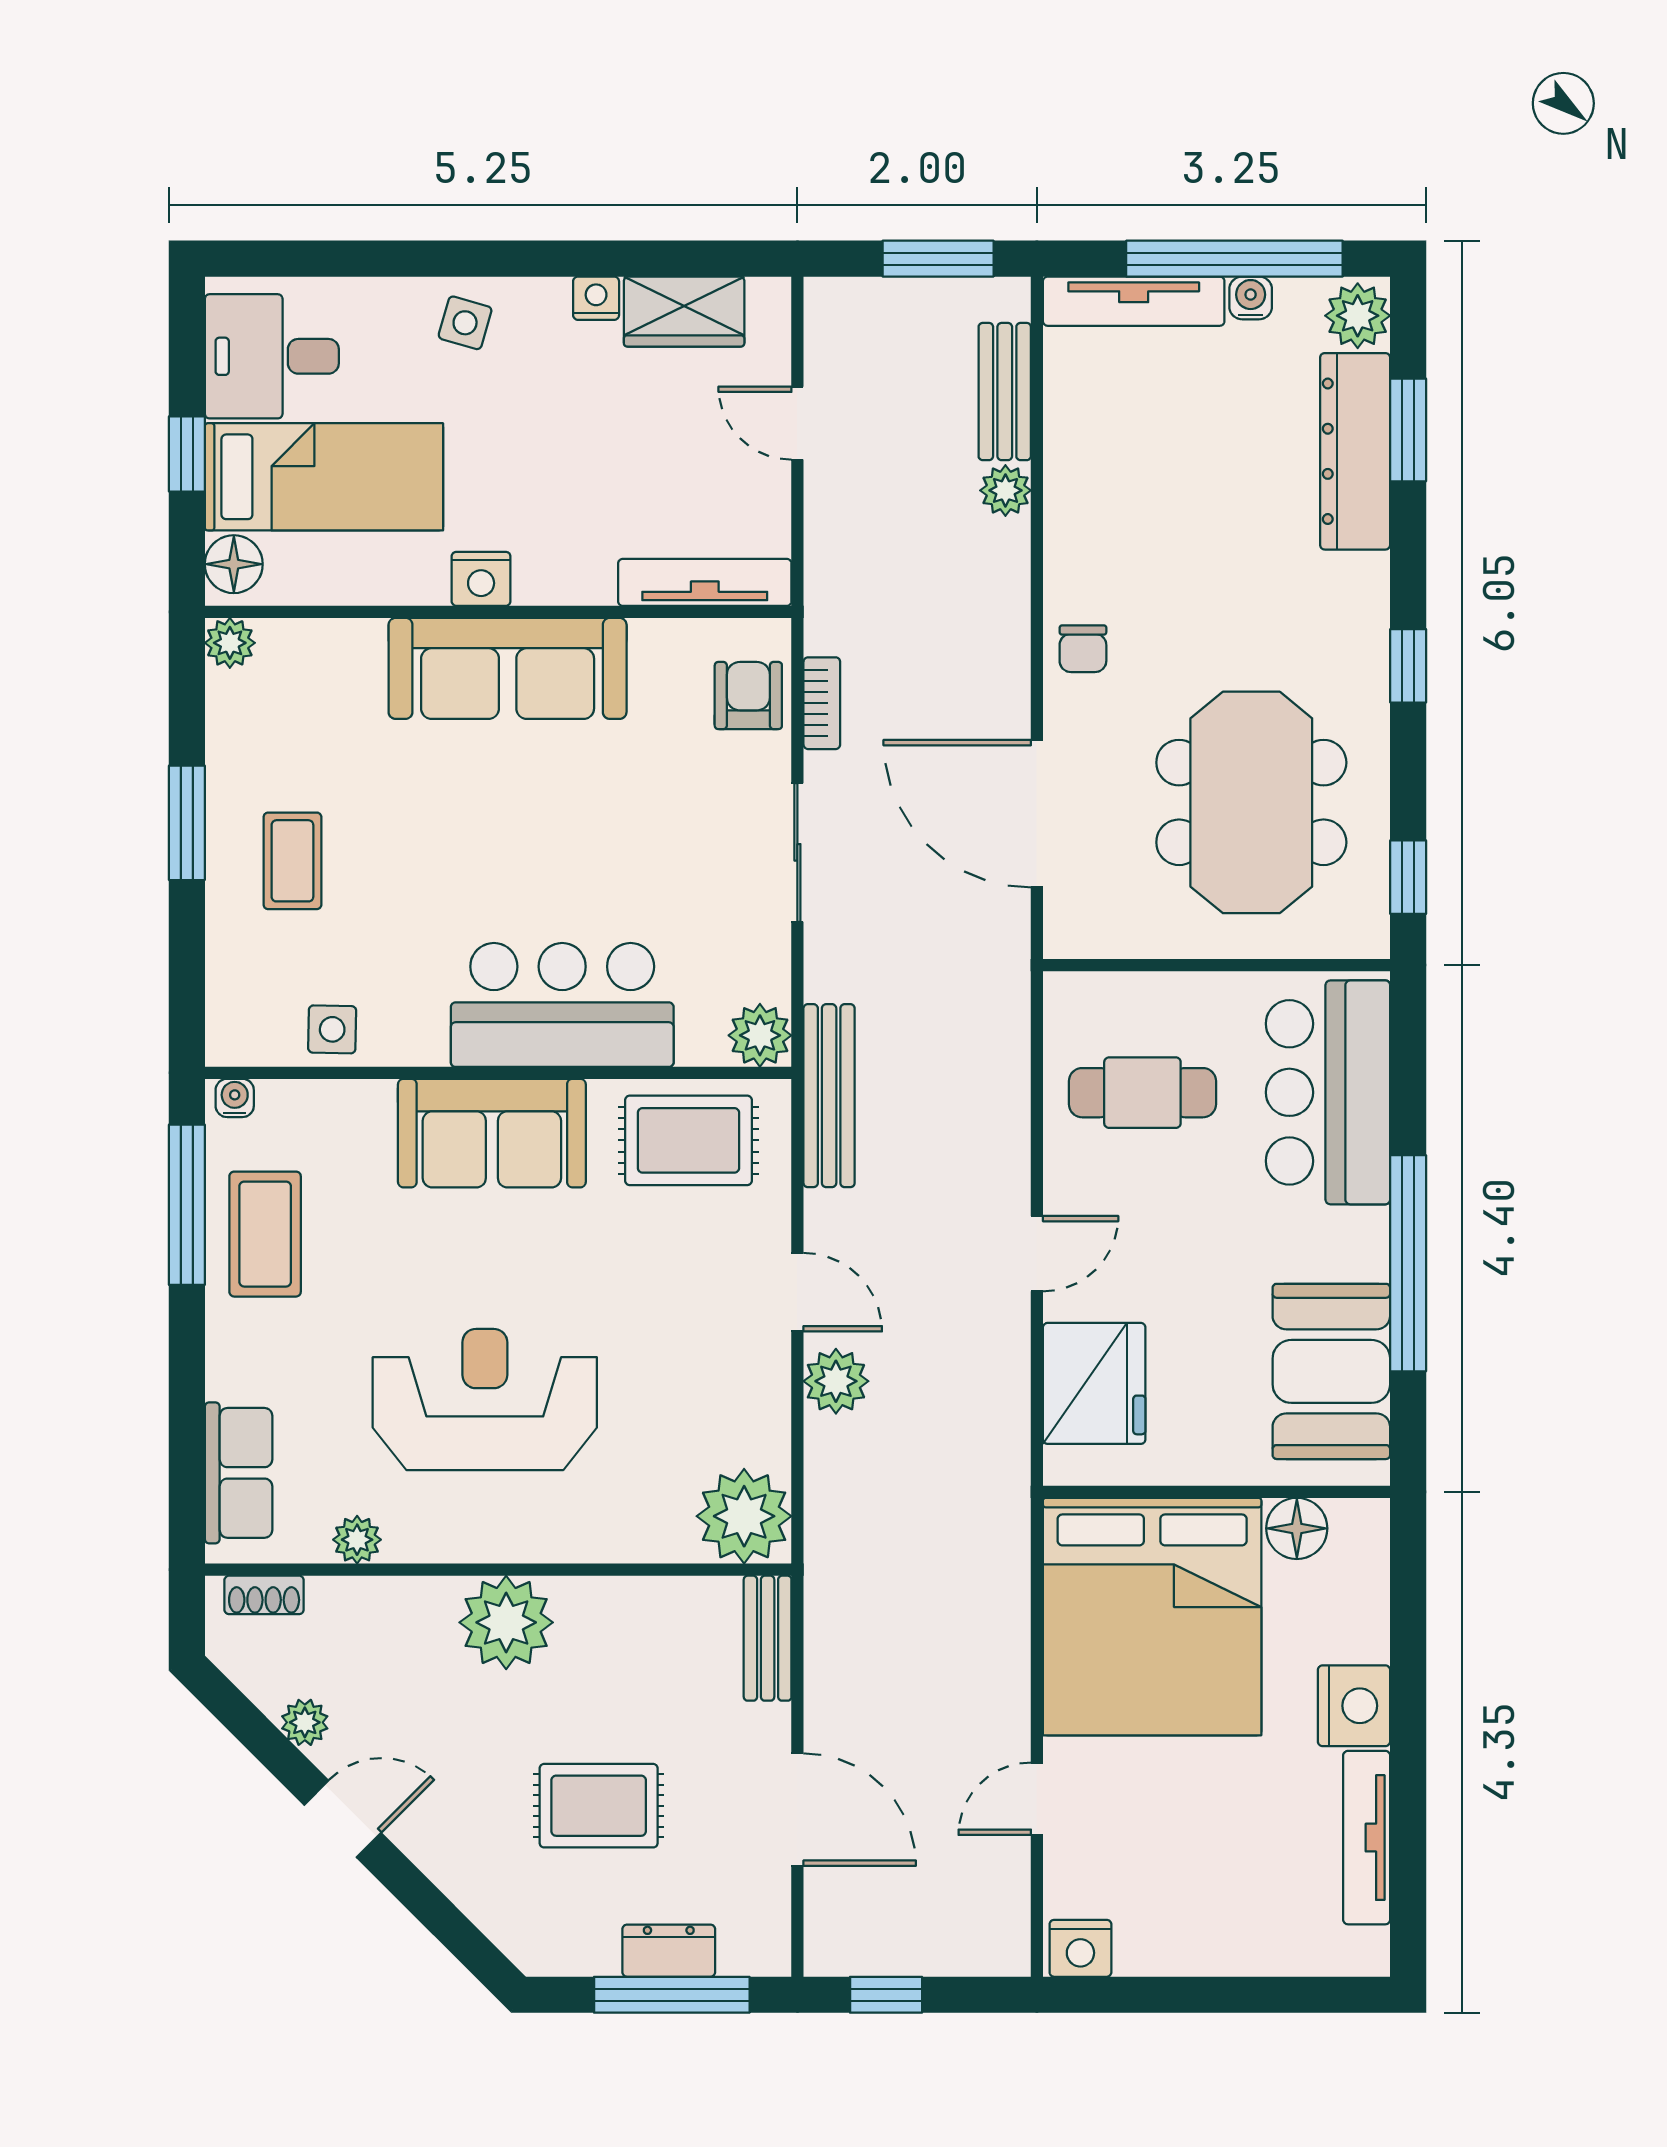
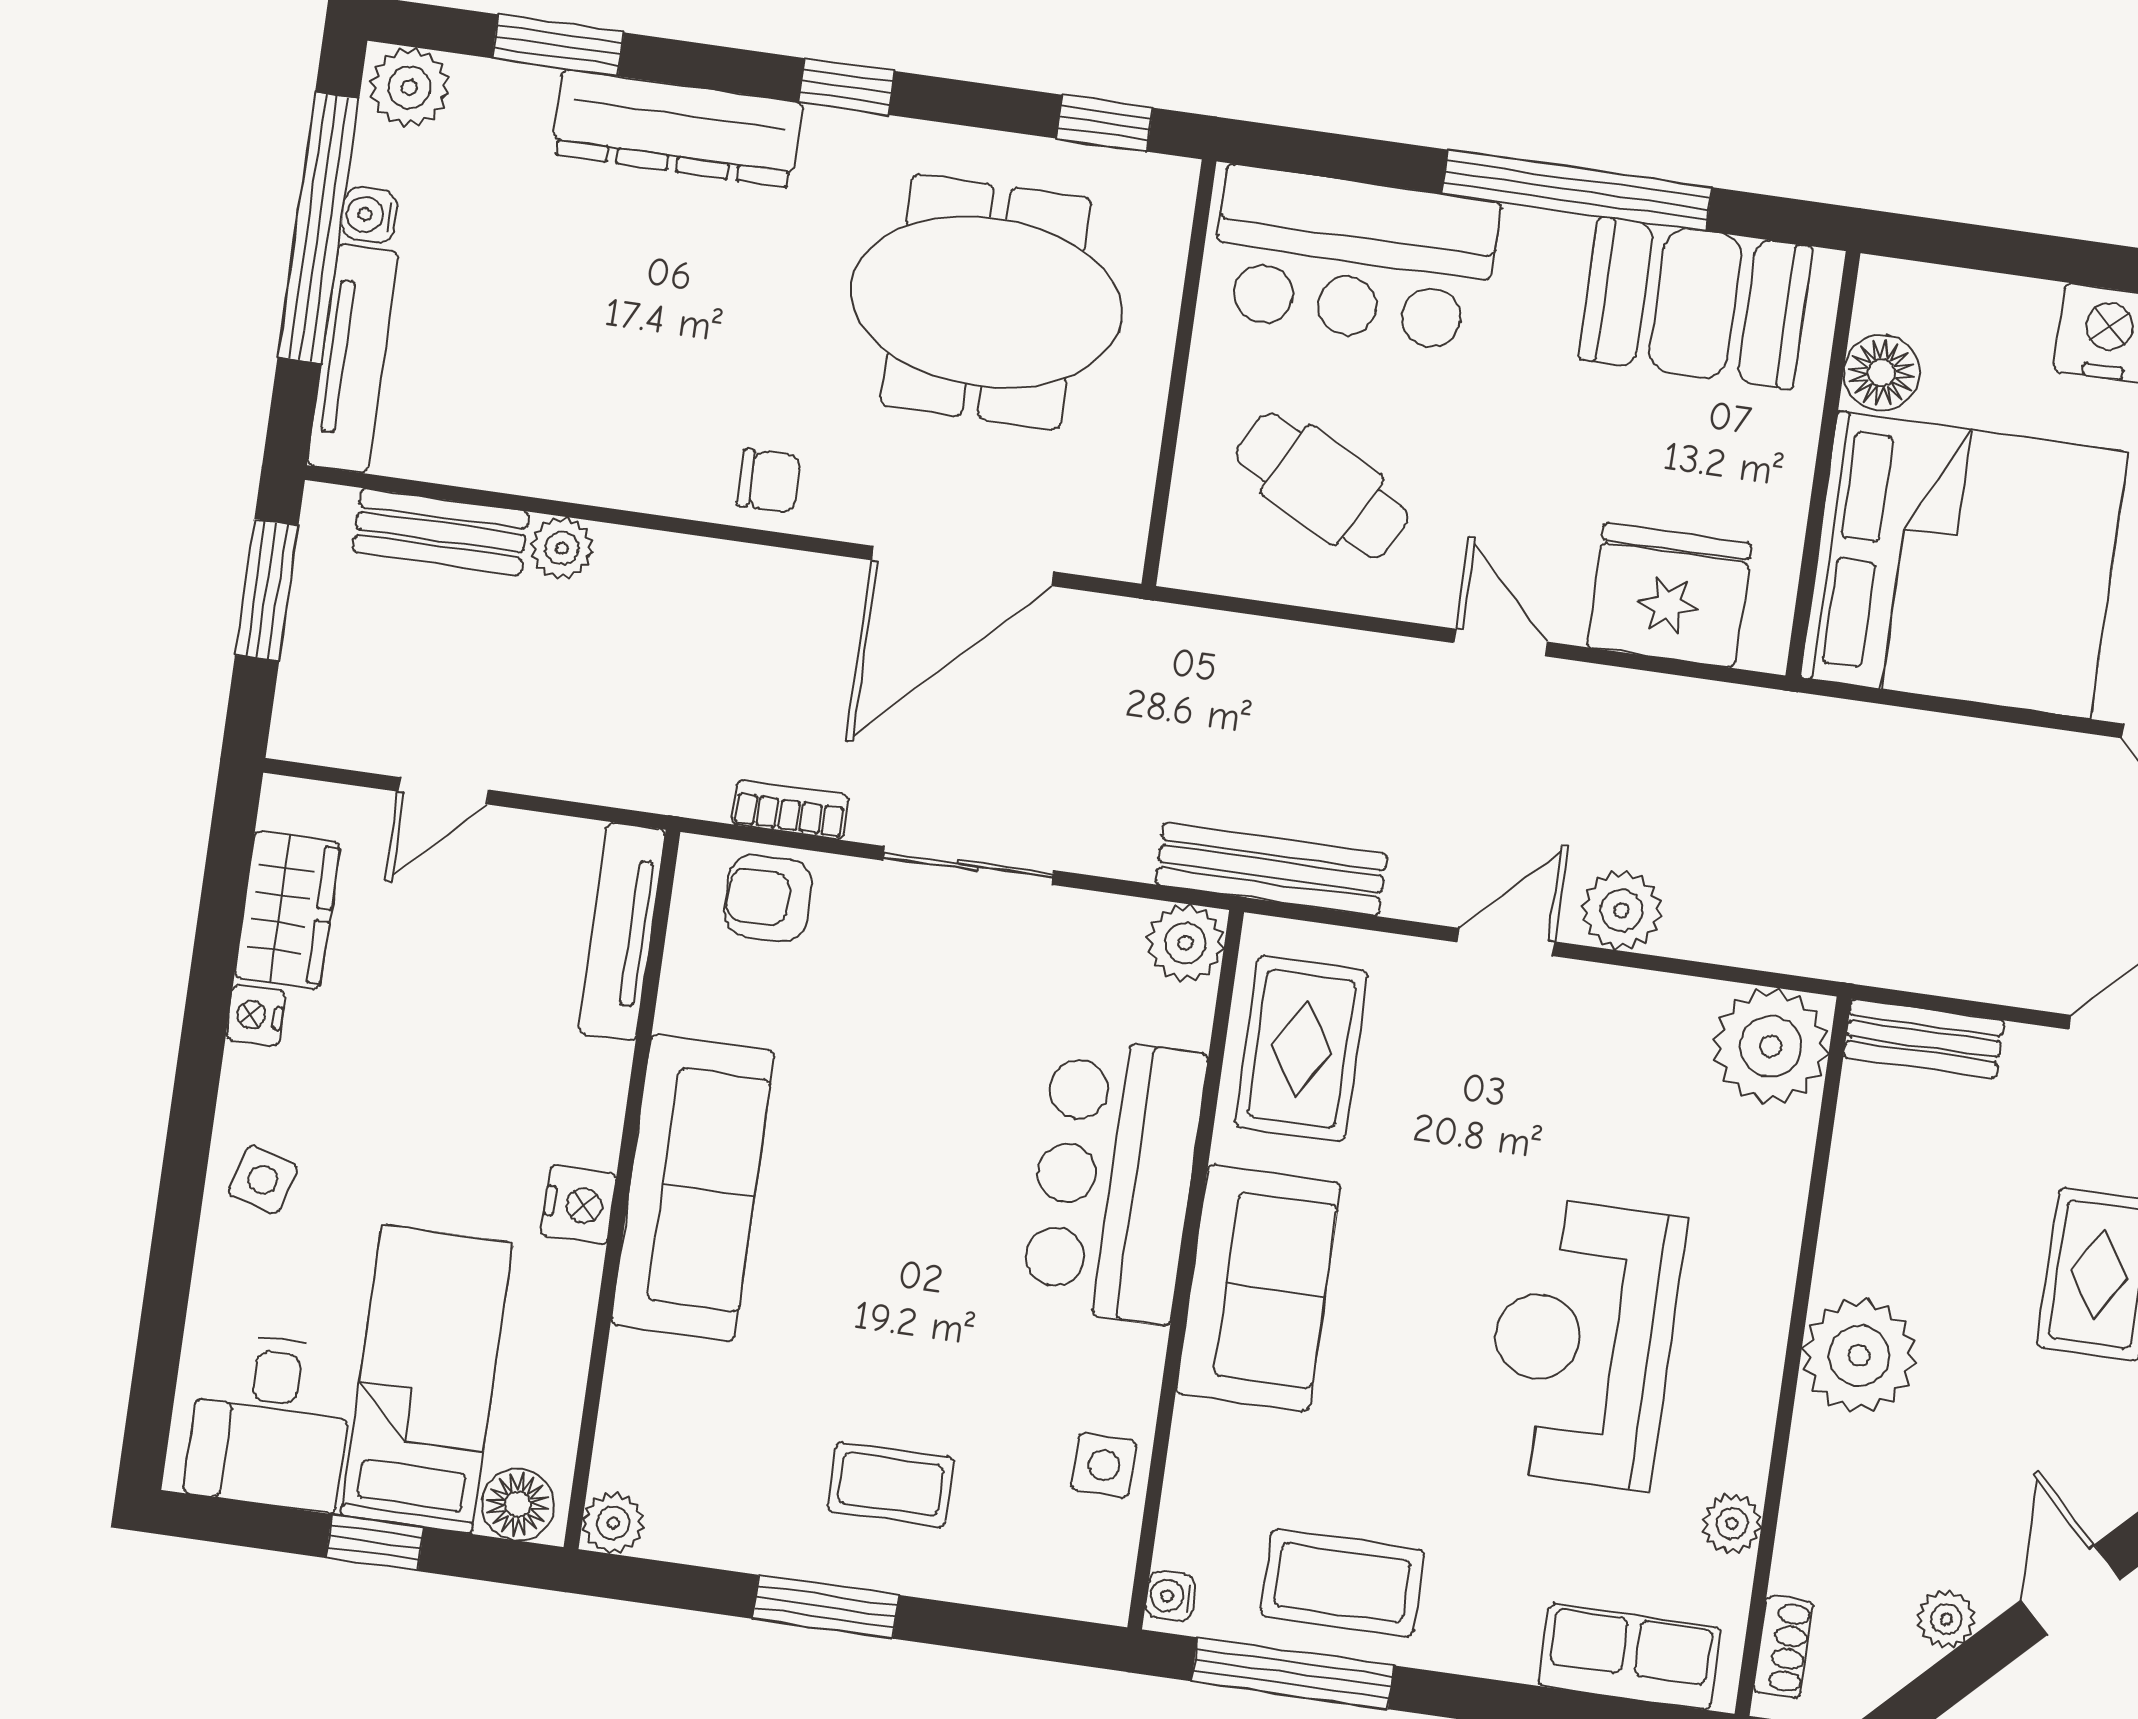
dresser: (1355, 451) -> (677, 128), moved
cafe table: (1142, 1093) -> (1322, 485), turned -62

